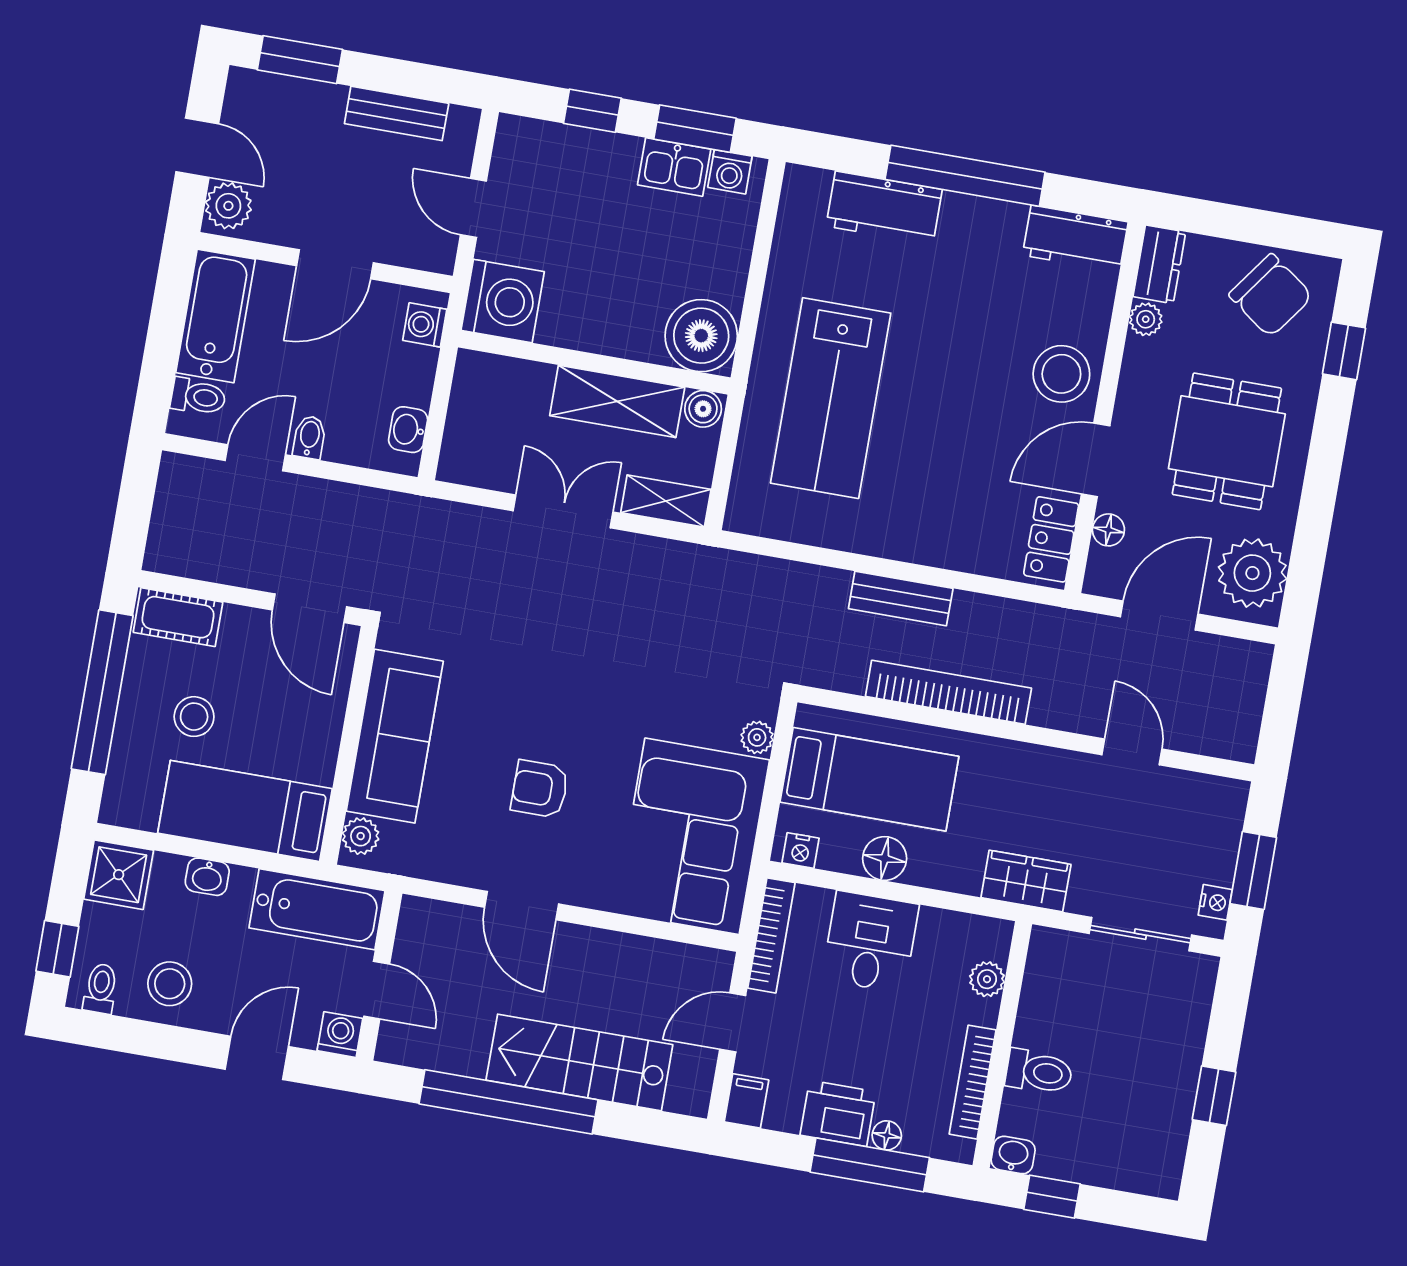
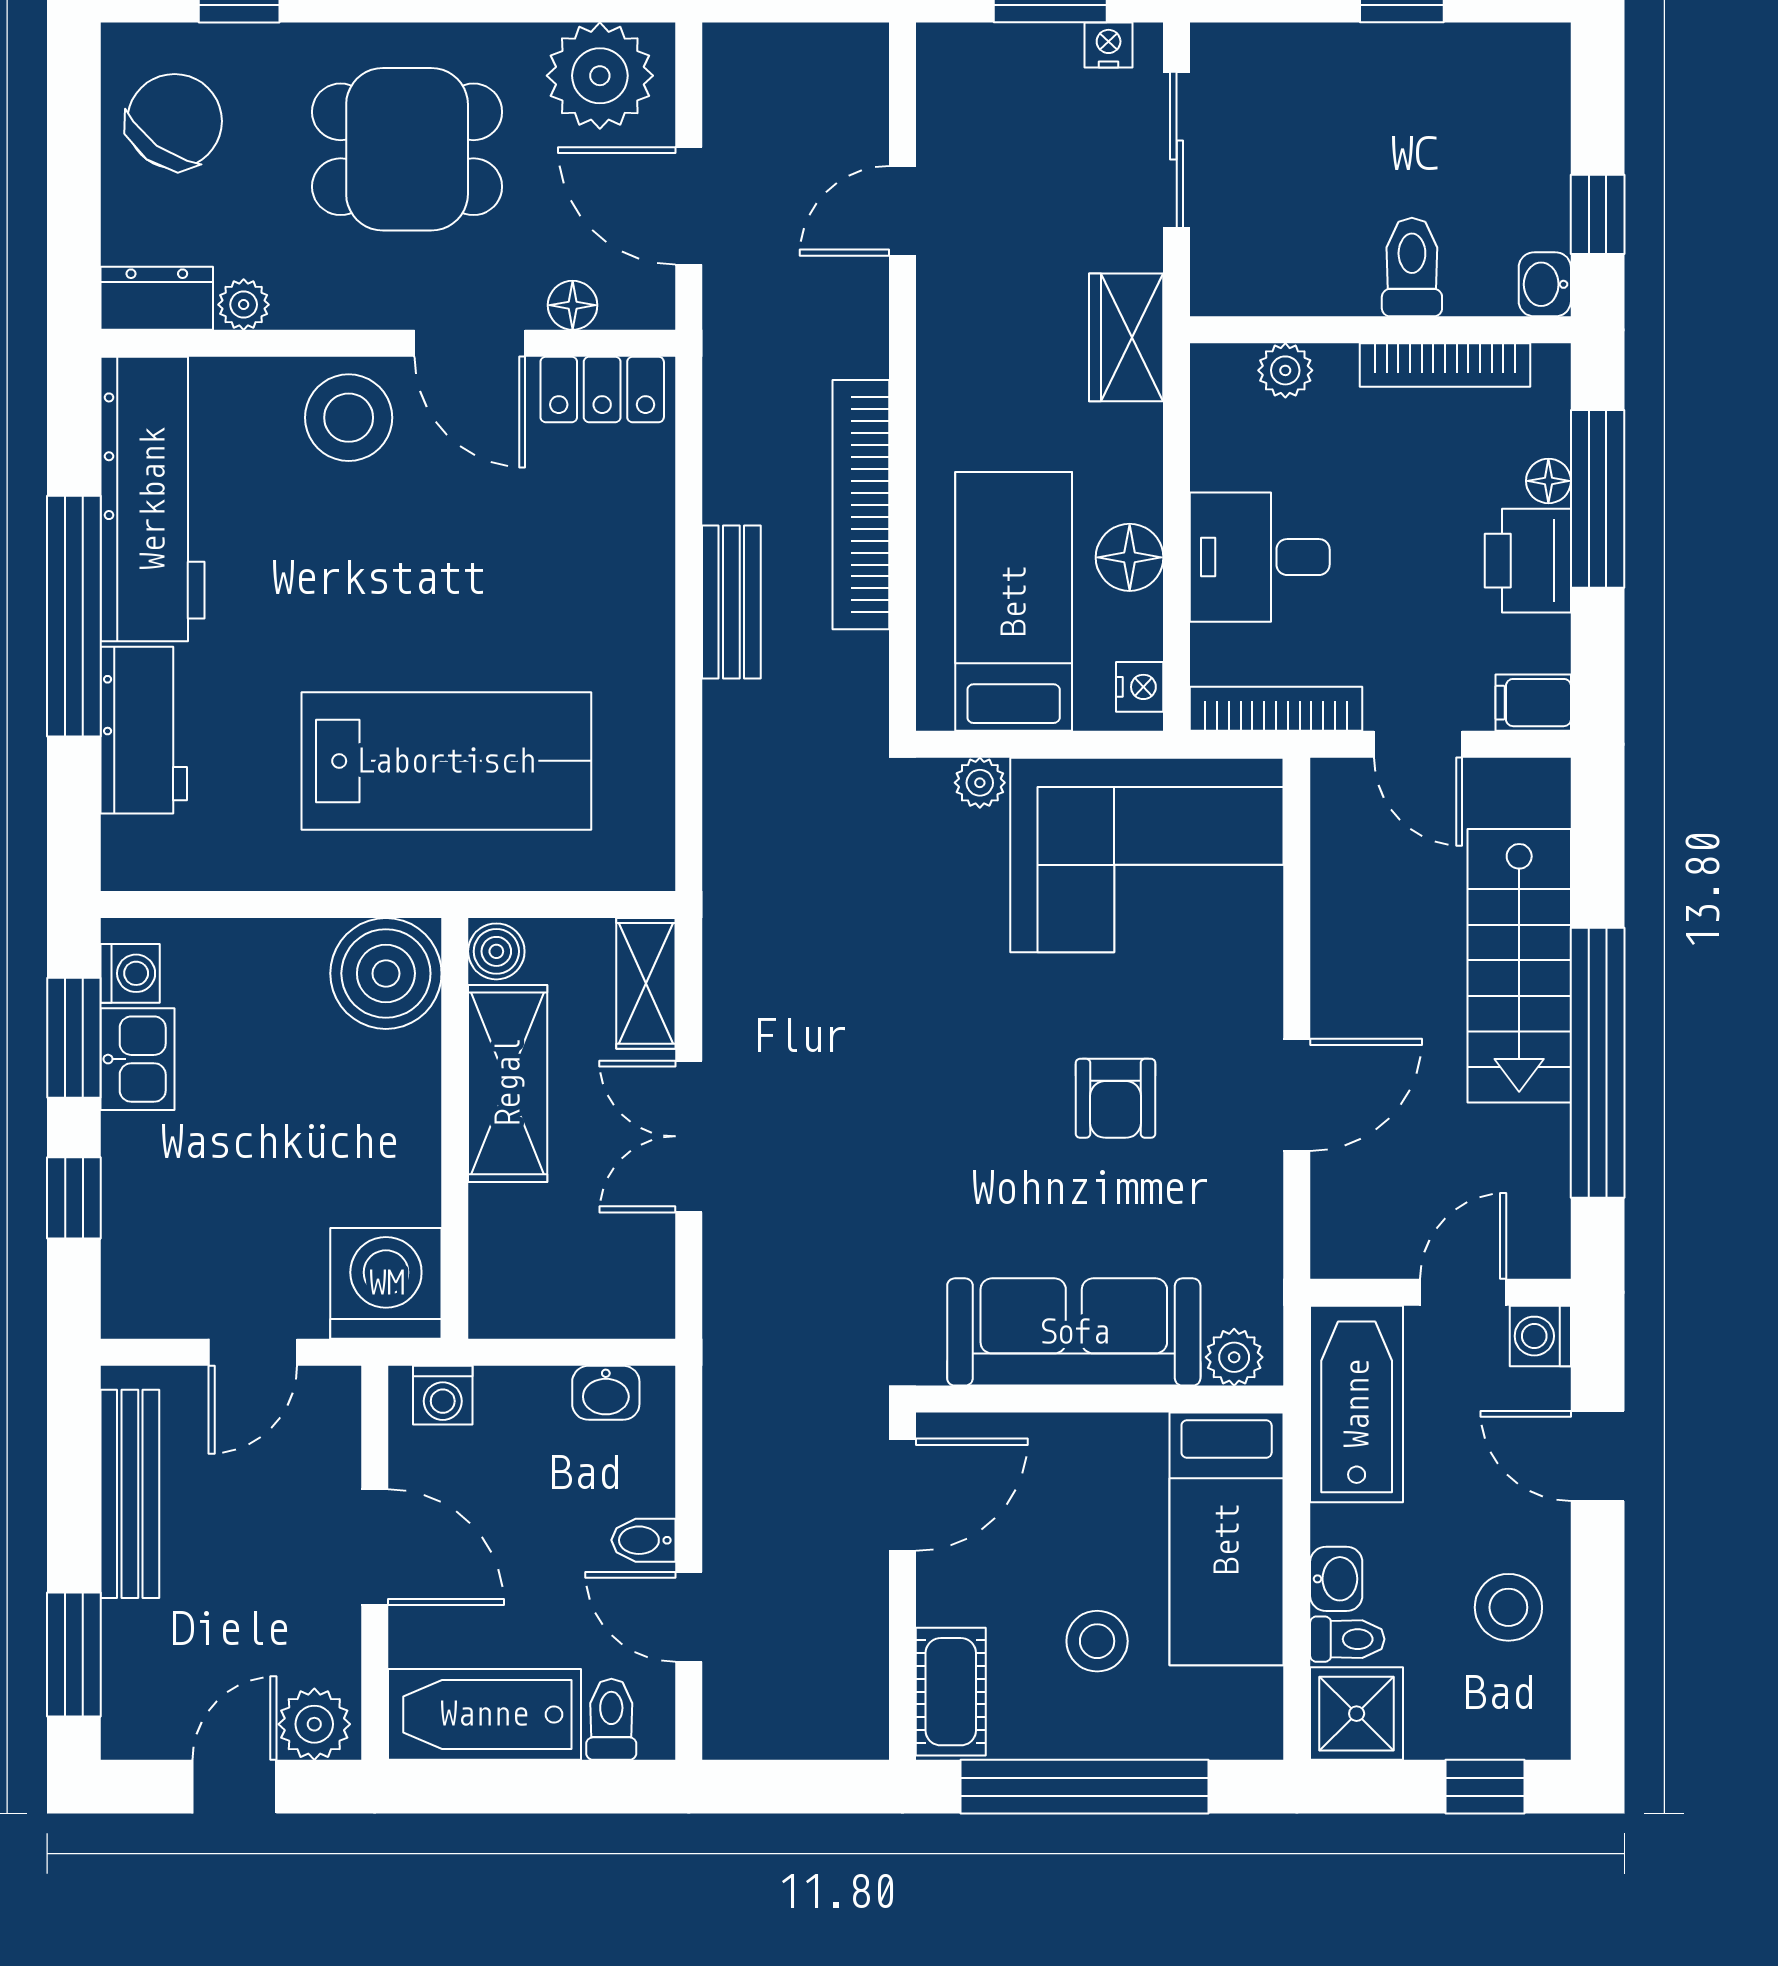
bench: (397, 113) -> (130, 1494), width x1.36
workbench: (1075, 239) -> (153, 499), width x1.88, depth x1.32
toilet: (101, 988) -> (1347, 1639), moved, turned 180

